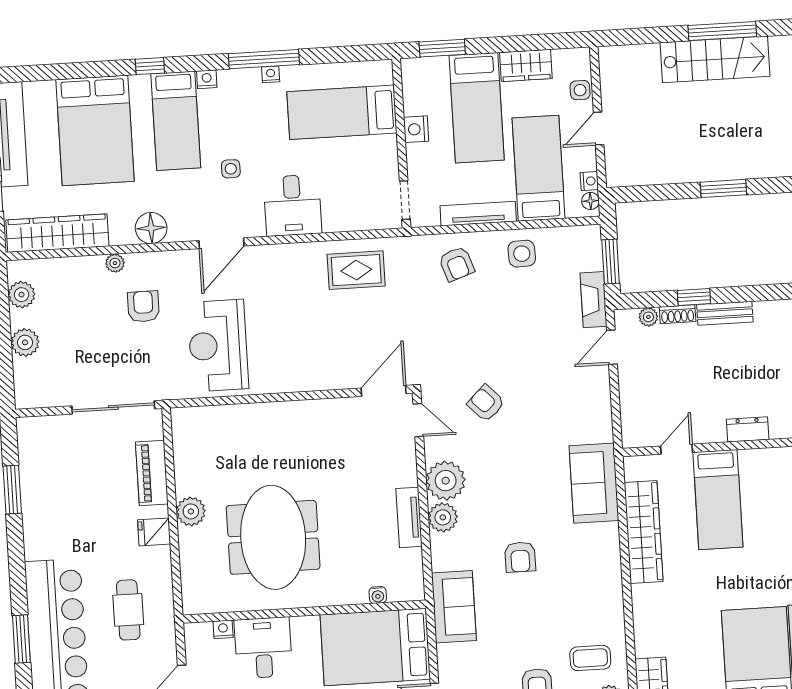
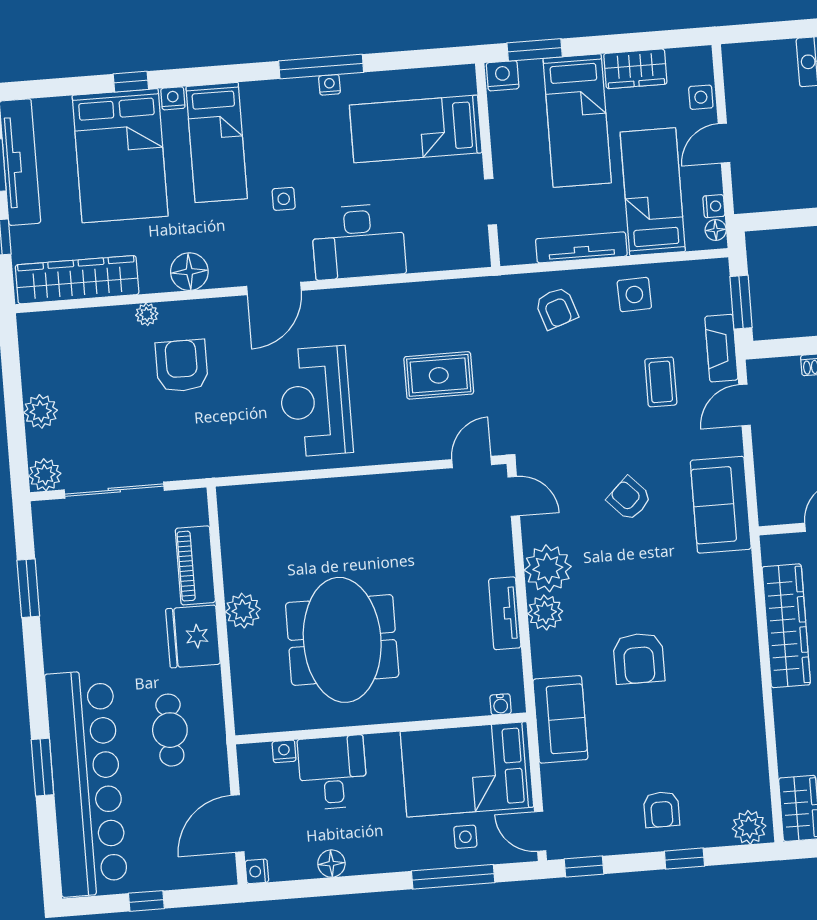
window: (150, 66) -> (131, 82), moved
nightstand: (207, 79) -> (173, 98), moved
nightstand: (416, 129) -> (503, 76), moved, turned 90
doorway: (405, 200) -> (491, 202), moved
desk: (293, 205) -> (358, 241), width x1.37
rug: (356, 270) -> (439, 375), moved
plant: (22, 295) -> (45, 475), moved
armchair: (143, 306) -> (182, 366), width x1.38, depth x1.38
plant: (648, 317) -> (788, 368), removed
reception desk: (218, 346) -> (316, 401), moved
door: (384, 391) -> (472, 462), width x0.73
armchair: (486, 403) -> (629, 499), moved
sliding door: (113, 407) -> (114, 490), moved
sofa: (594, 483) -> (721, 505), moved
fridge: (154, 532) -> (193, 636), width x1.88, depth x1.34
armchair: (520, 557) -> (639, 658), width x1.38, depth x1.38
water cooler: (378, 595) -> (501, 704), moved
coffee table: (590, 658) -> (661, 382), moved, turned 90

